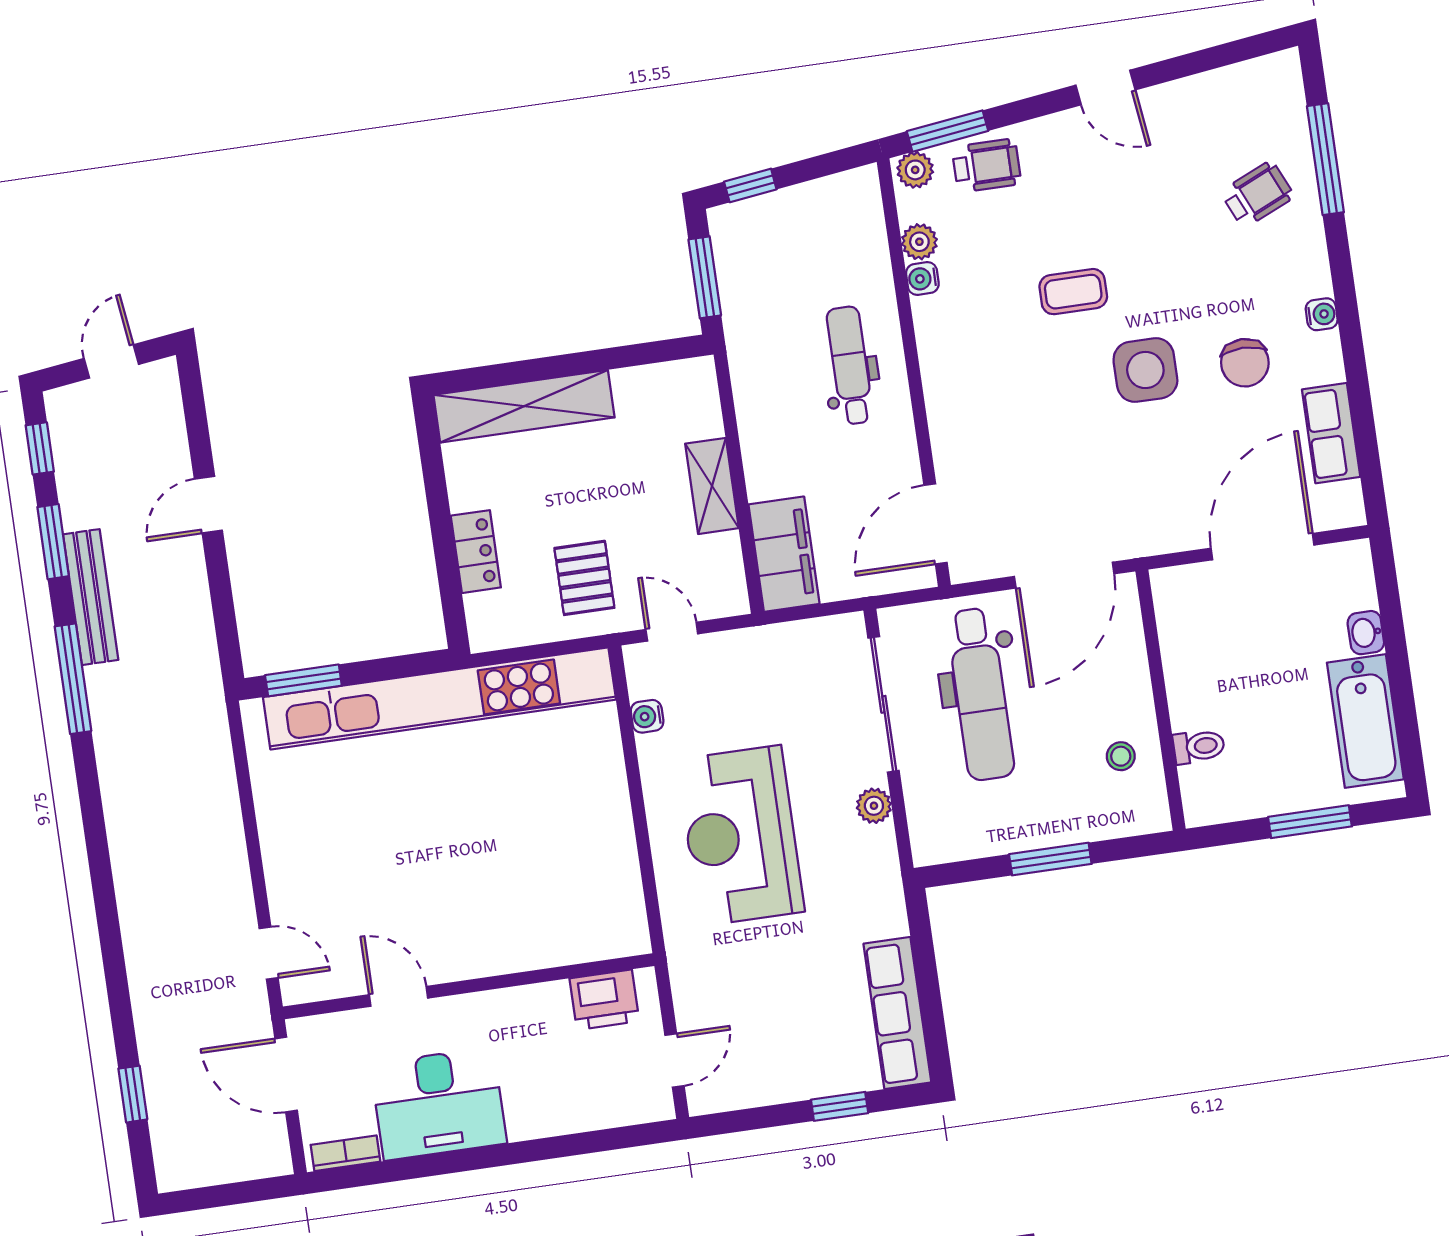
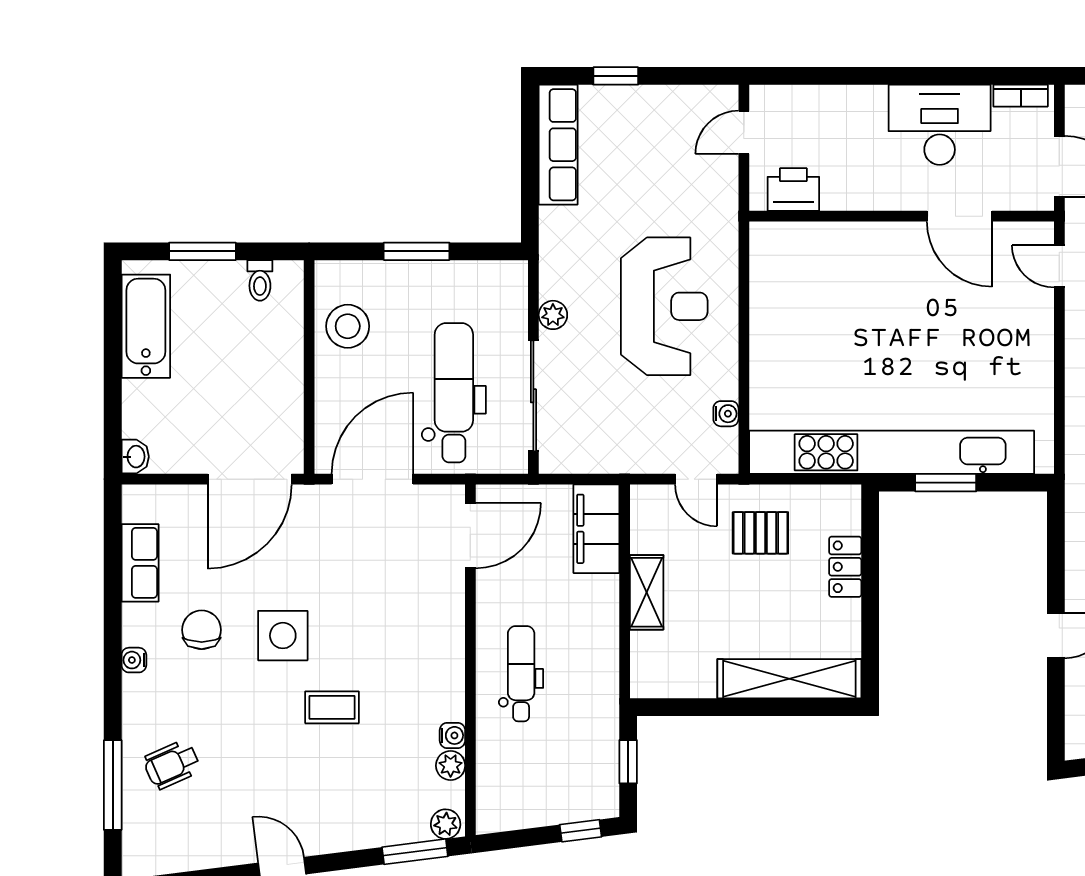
wheelchair: (987, 165) -> (387, 819), removed
window: (705, 277) -> (628, 762), width x0.67
dental chair: (850, 365) -> (521, 674), turned 180
door: (1262, 547) -> (250, 479), moved
pallet: (584, 578) -> (760, 533), turned 90
washbasin: (1366, 633) -> (135, 457), moved
window: (303, 680) -> (946, 483), moved
toilet: (1199, 746) -> (260, 280), moved, turned -90
stool: (1121, 756) -> (348, 326), width x1.89, depth x1.89
door: (398, 996) -> (959, 216), width x1.38

